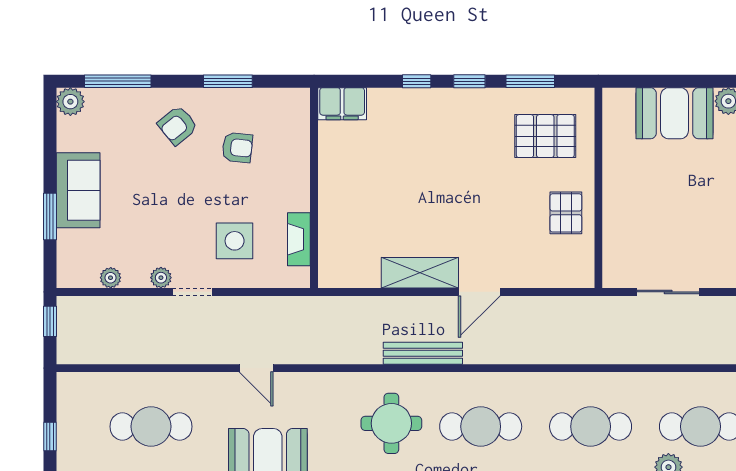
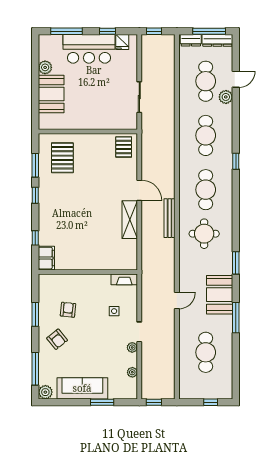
window: (417, 81) -> (35, 238), moved
sofa: (78, 190) -> (82, 388), width x1.36
pallet: (566, 213) -> (124, 147), moved, turned 90
fireplace: (299, 239) -> (124, 279), moved
side table: (235, 241) -> (114, 311), width x0.54, depth x0.54

